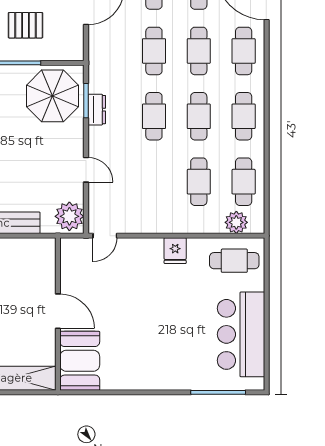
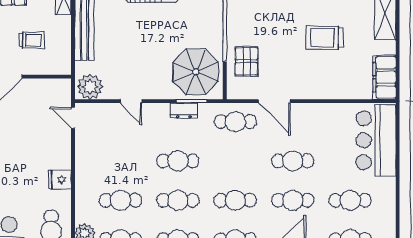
pallet: (25, 25) -> (246, 61), moved
cafe table: (154, 51) -> (235, 122), moved
door: (86, 170) -> (131, 101), hinge flipped
trolley: (16, 282) -> (32, 40), added

